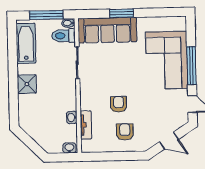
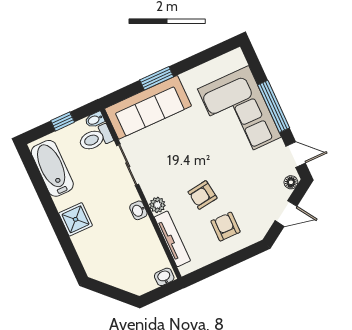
window: (46, 15) -> (63, 121), width x0.46
plant: (86, 98) -> (157, 205), added
armchair: (119, 104) -> (203, 195), turned -98
washbasin: (72, 117) -> (138, 210), moved
floor lamp: (181, 121) -> (291, 182), added
tv unit: (86, 125) -> (172, 239), width x1.41

